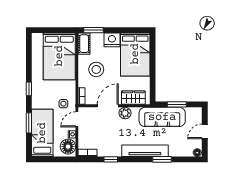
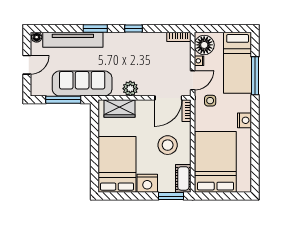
window: (29, 89) -> (255, 120), removed
nightstand: (37, 89) -> (244, 120), added
window: (177, 104) -> (63, 100), width x1.44
door: (108, 106) -> (168, 98), moved
window: (29, 123) -> (255, 76), width x1.44
tv unit: (145, 151) -> (73, 40), moved
window: (111, 159) -> (133, 28), moved
window: (162, 159) -> (95, 28), moved

